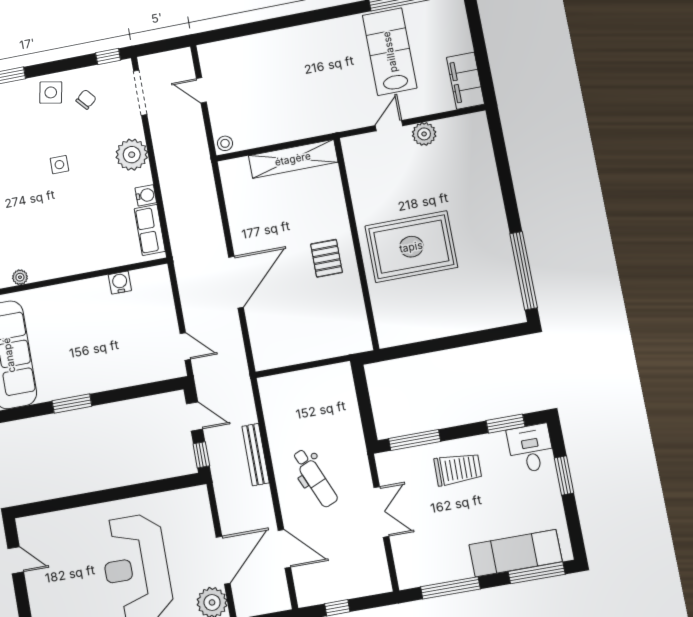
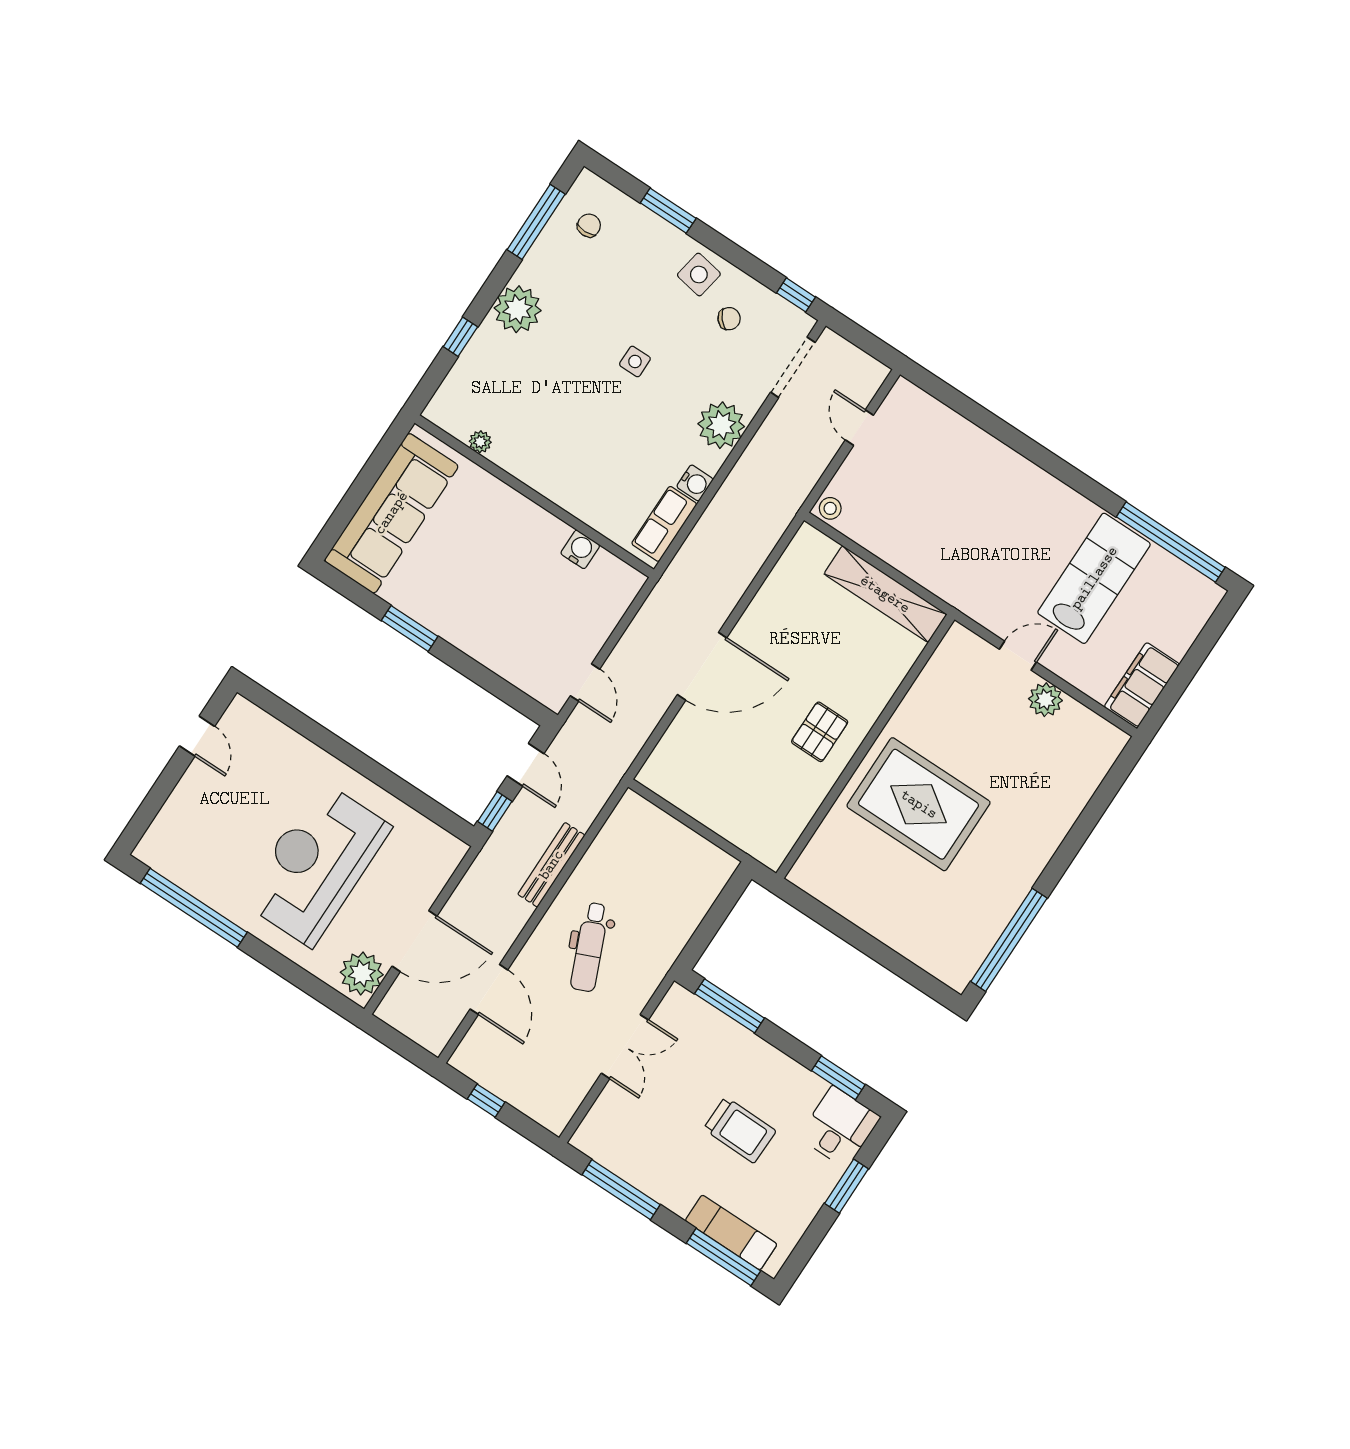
trolley: (458, 469) -> (740, 1130), moved
exam couch: (516, 553) -> (731, 1232), width x0.73, depth x0.69

